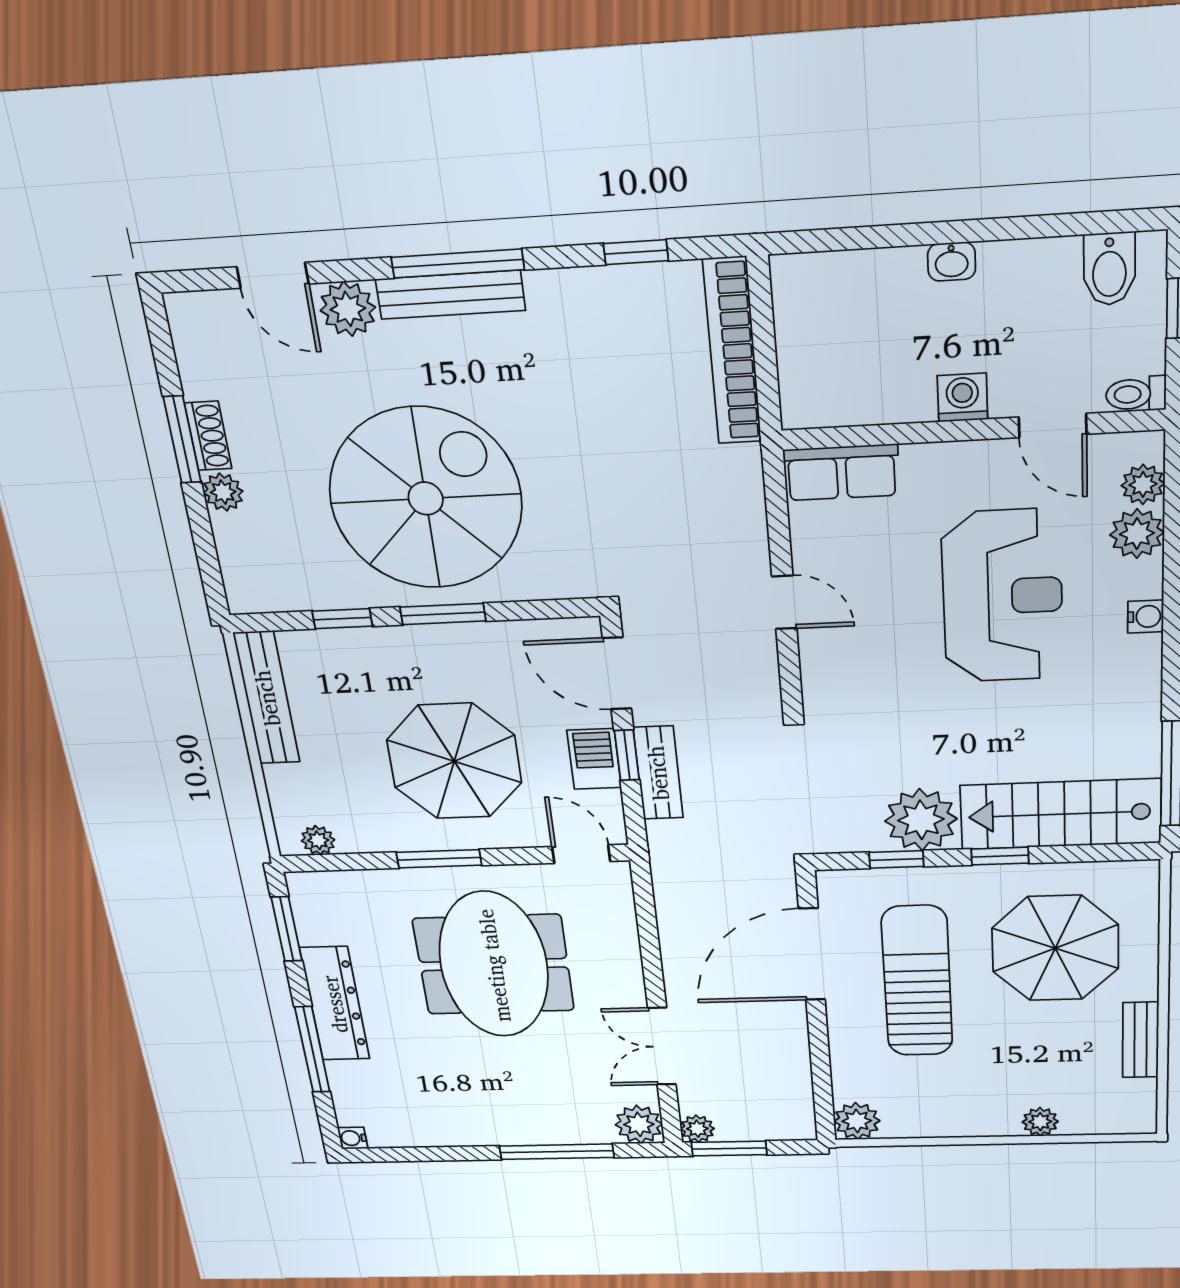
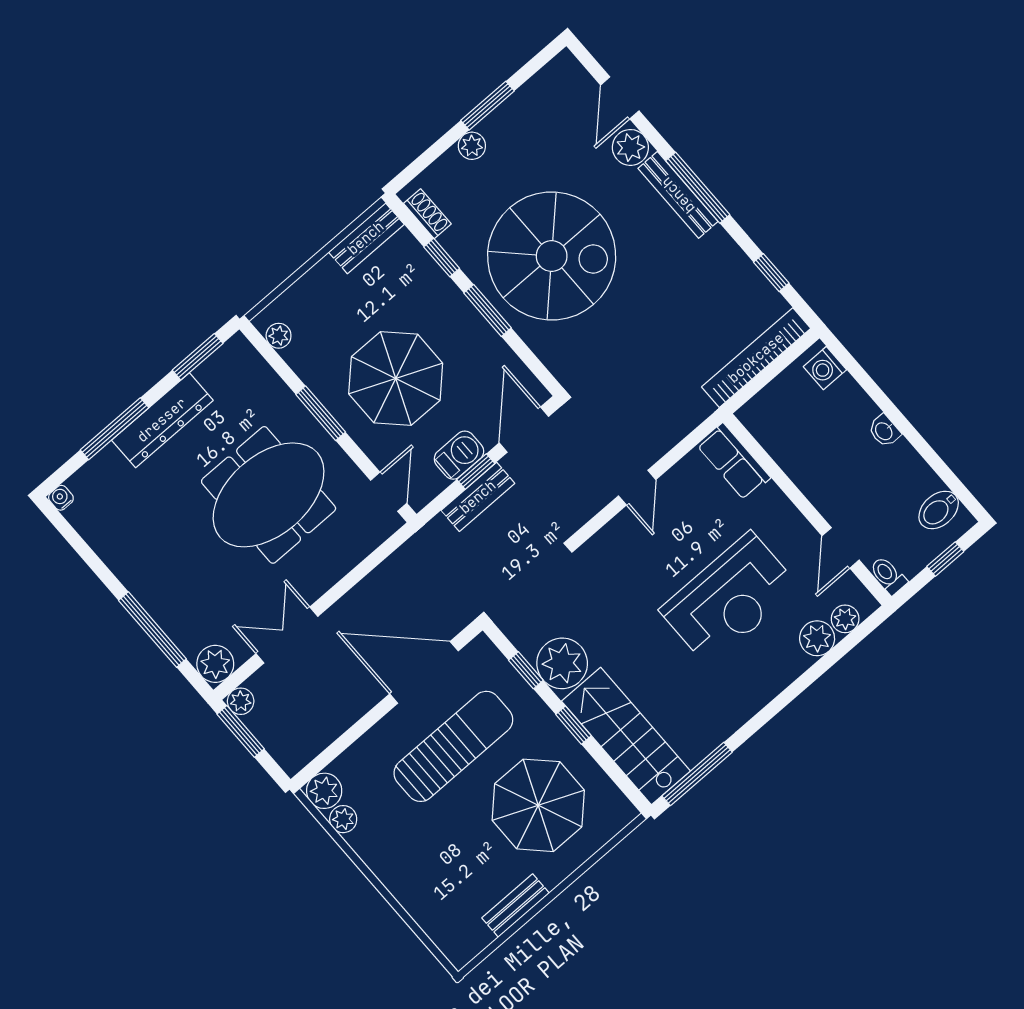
washing machine: (962, 398) -> (825, 368), moved, turned 180
shoe rack: (208, 436) -> (427, 214), moved, turned -90
water cooler: (1146, 617) -> (776, 682), removed
bench: (267, 698) -> (366, 238), width x0.73
plant: (1040, 1122) -> (343, 819), moved

